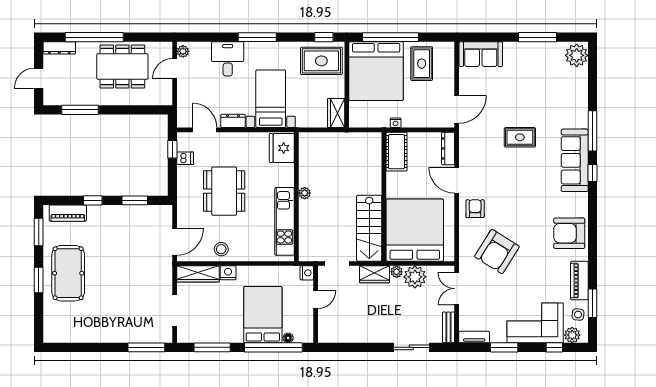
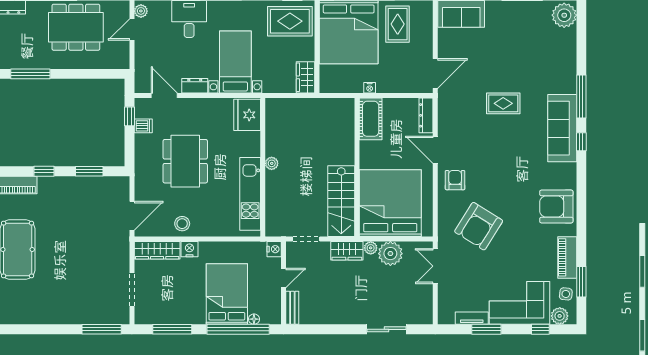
bench: (448, 327) -> (292, 308), moved
tv unit: (474, 337) -> (472, 318), moved

